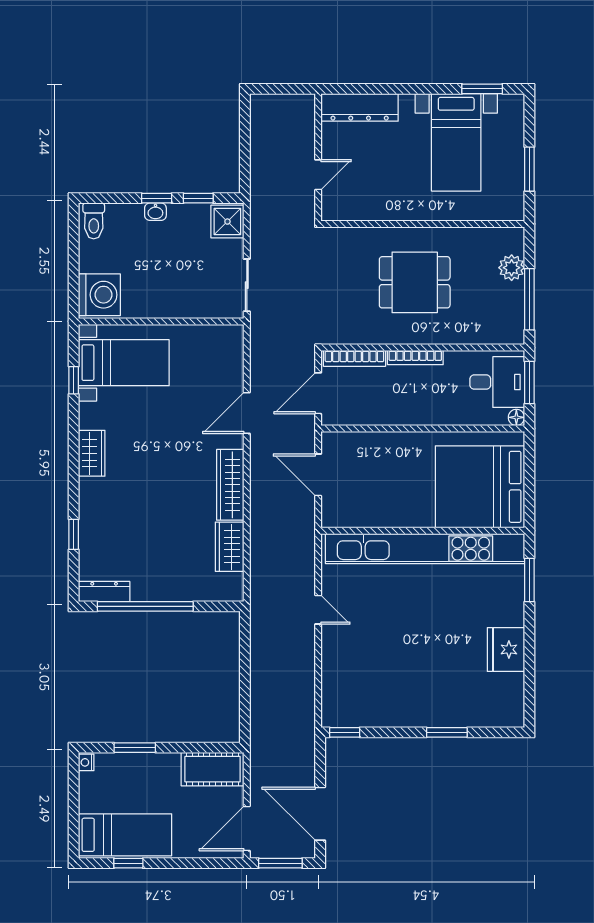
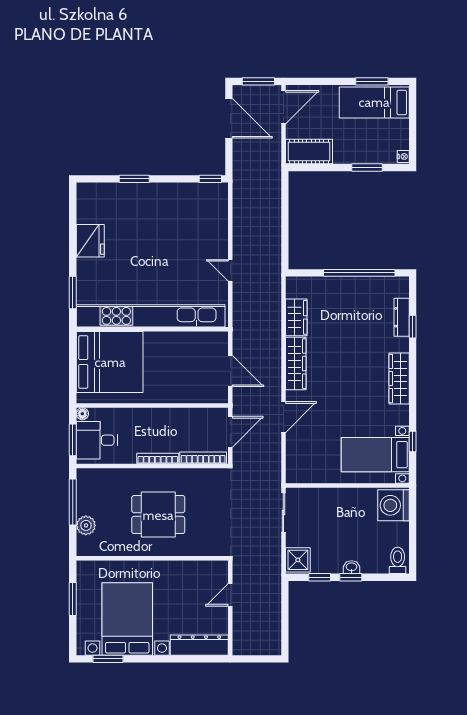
bed with nightstands: (456, 142) -> (127, 619), width x1.36
wardrobe: (92, 453) -> (399, 379), width x1.50
dresser: (104, 592) -> (402, 317), moved, turned 90
window: (128, 863) -> (372, 81), width x1.50

